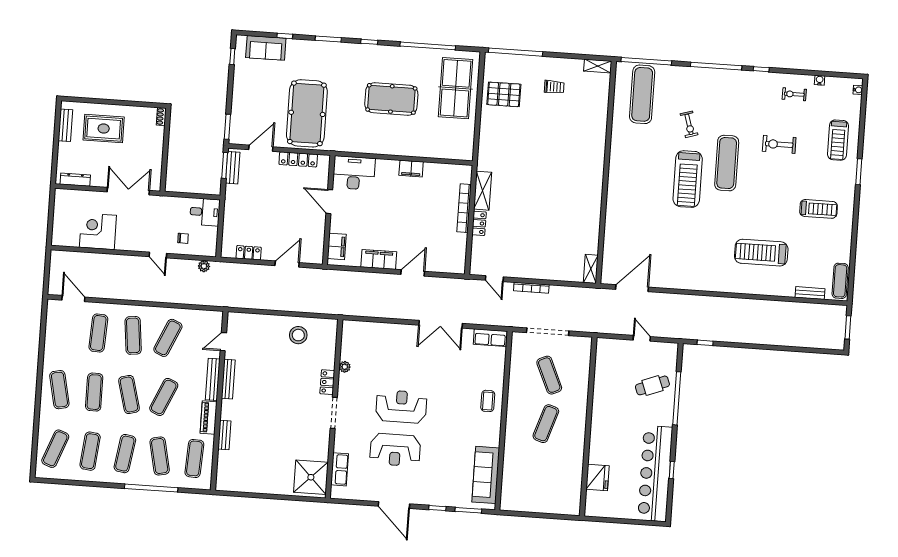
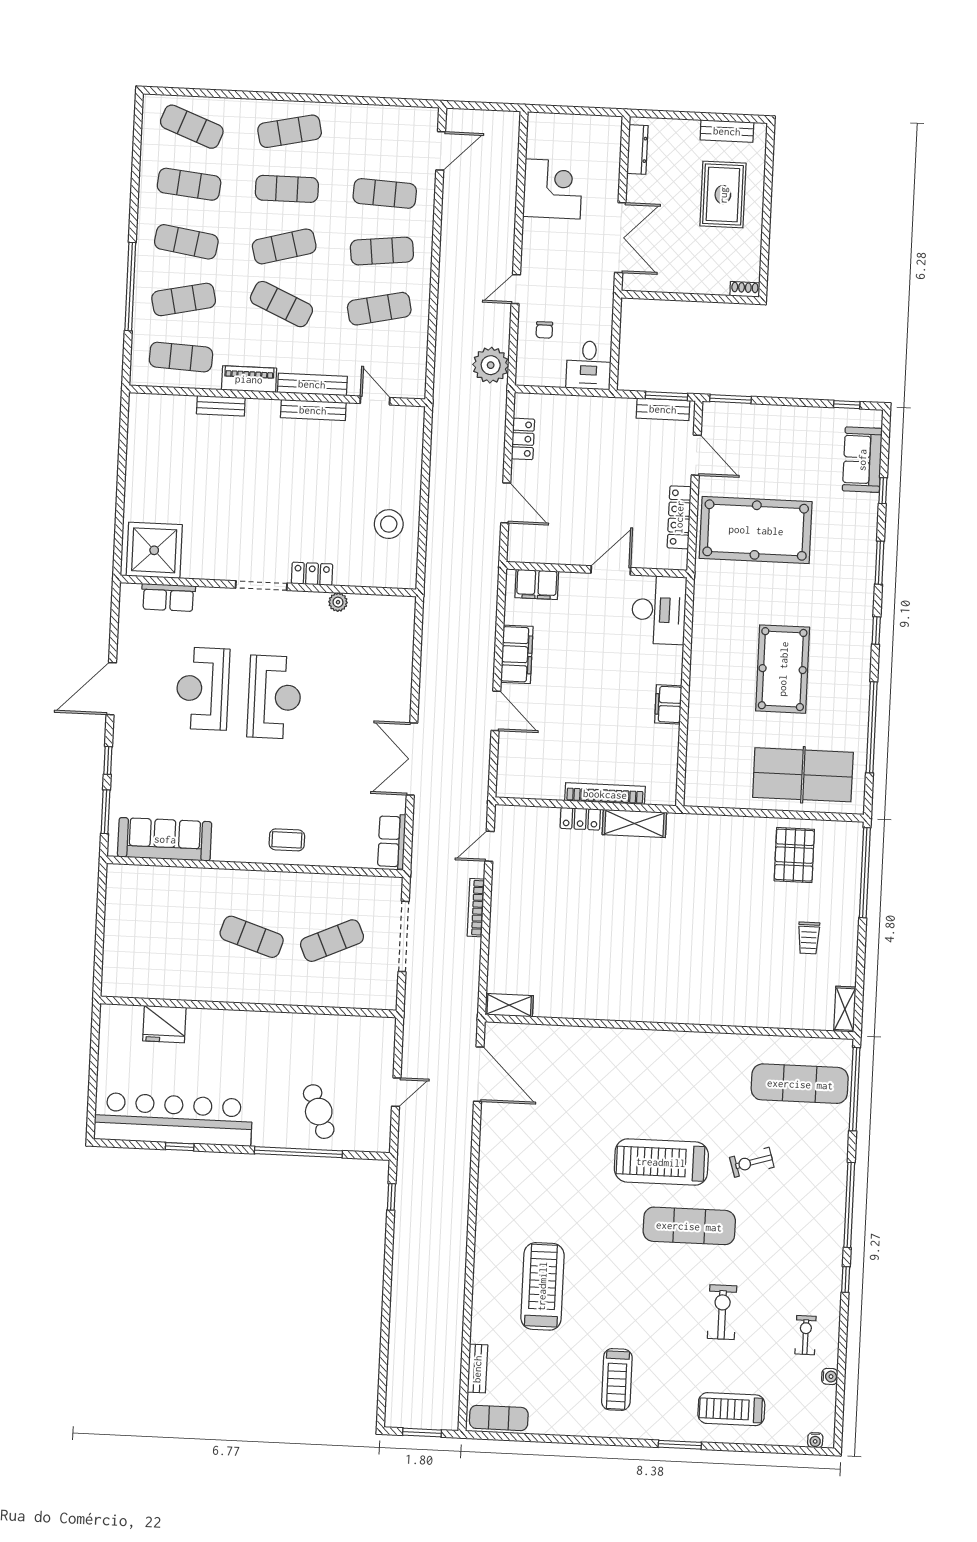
plant: (204, 266) -> (491, 365), width x1.87, depth x1.87
exercise mat: (168, 338) -> (379, 309), turned -36

